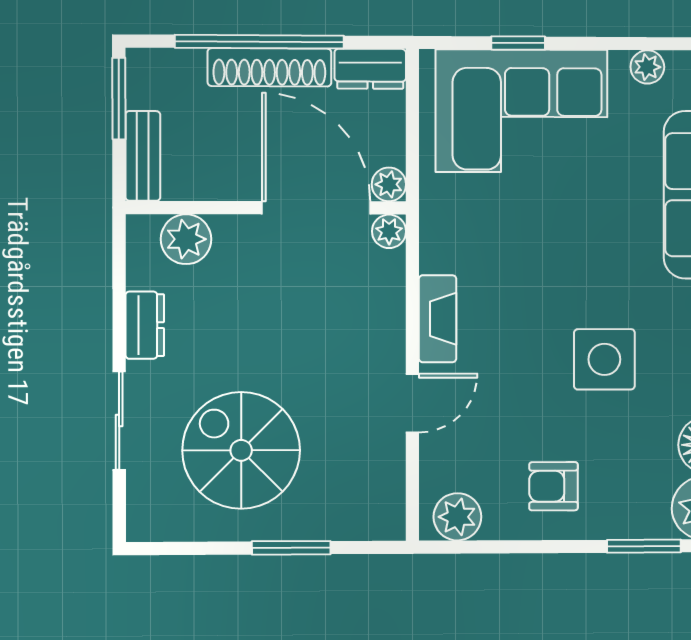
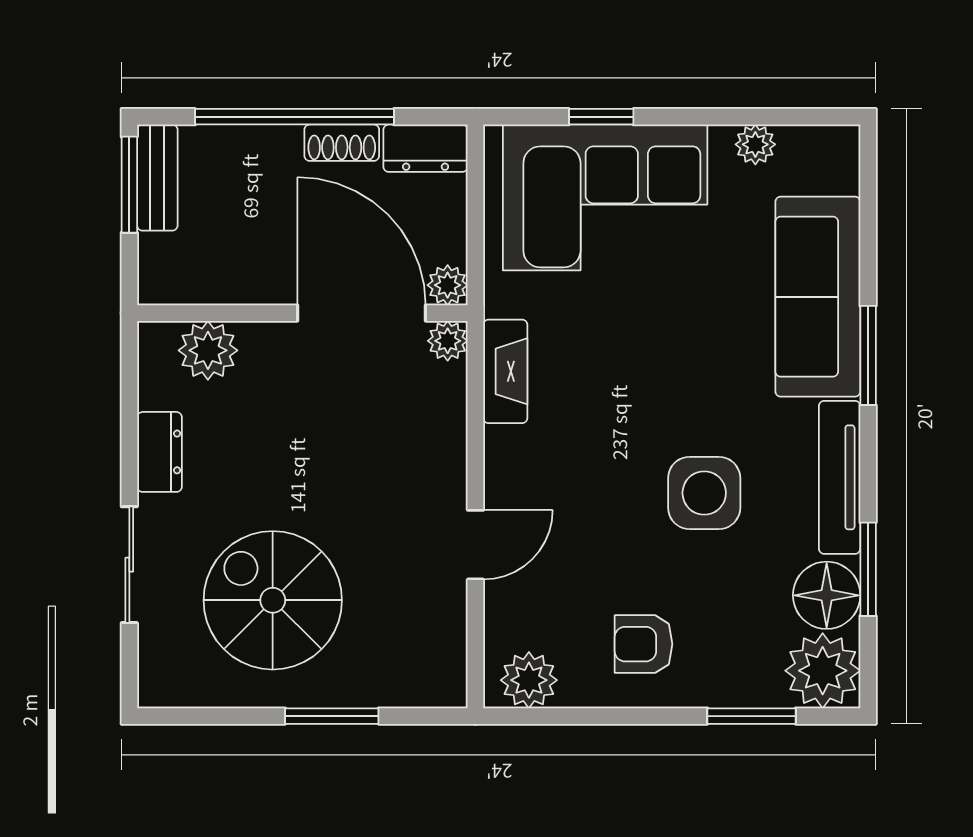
shoe rack: (269, 67) -> (342, 143), width x0.51, depth x0.81
bench: (143, 156) -> (157, 178), moved
fireplace: (438, 319) -> (505, 371), moved

